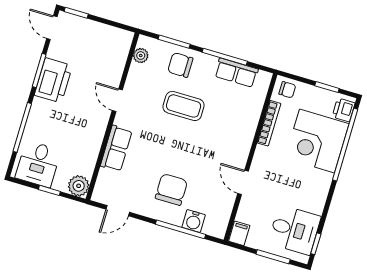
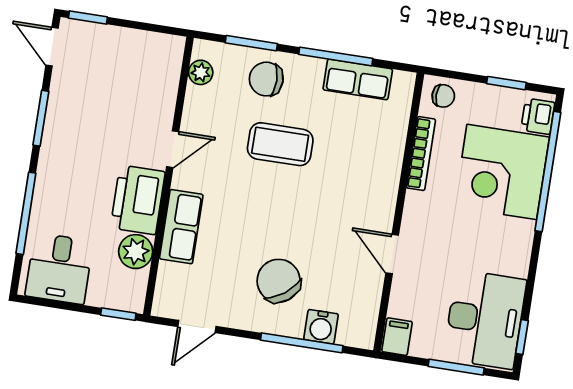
printer: (53, 80) -> (138, 200), moved, turned 180
door: (117, 100) -> (173, 149), swing flipped
plant: (79, 186) -> (136, 252), moved
chair: (171, 189) -> (279, 281), turned -37
window: (49, 190) -> (118, 314), moved
desk: (294, 230) -> (485, 319), width x1.37

